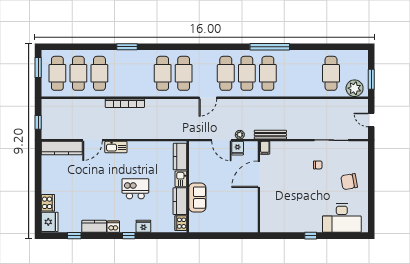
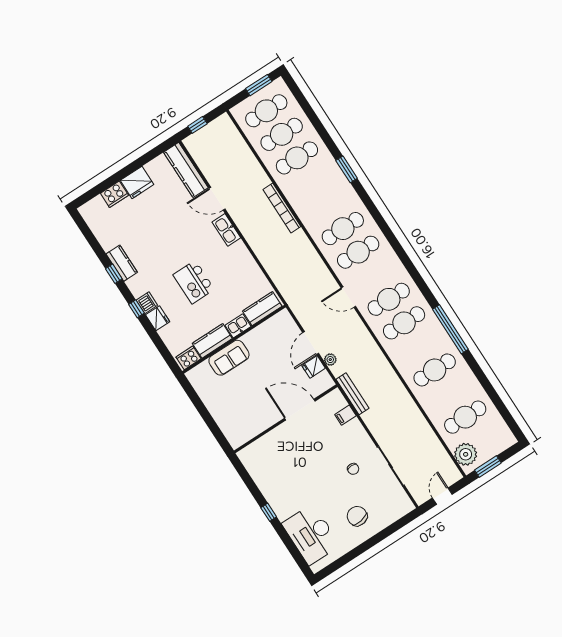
cafe table: (268, 73) -> (435, 370), moved
filing cabinet: (265, 148) -> (345, 415), moved
kitchen island: (135, 189) -> (194, 282), turned 180
fridge: (50, 222) -> (137, 182), moved
dishwasher: (113, 227) -> (147, 303), moved
window: (74, 236) -> (114, 274), moved

